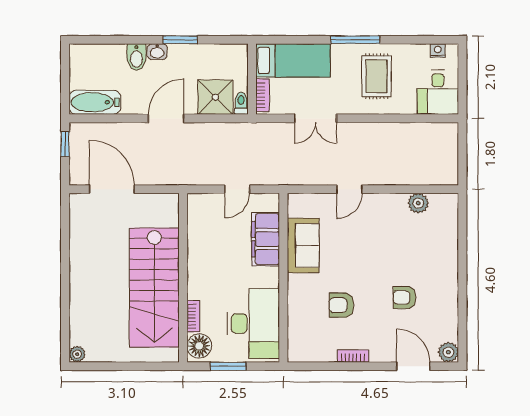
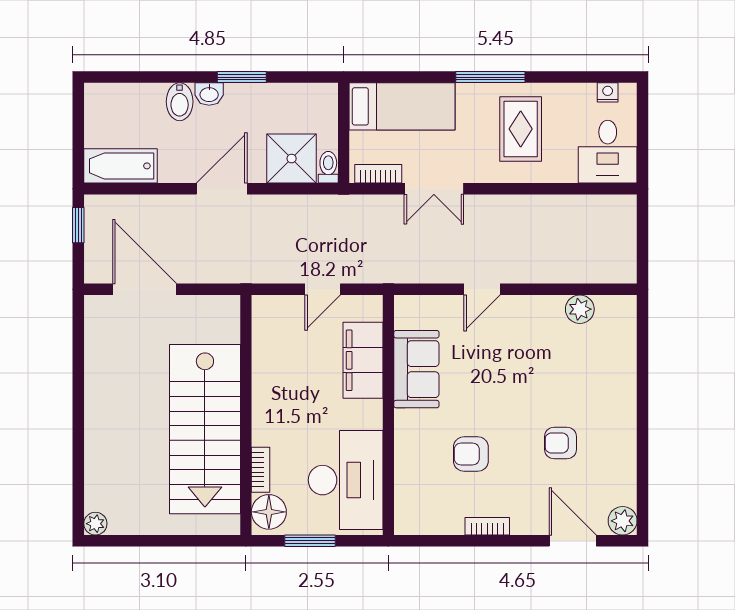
bookcase: (262, 95) -> (378, 174), moved, turned -90

